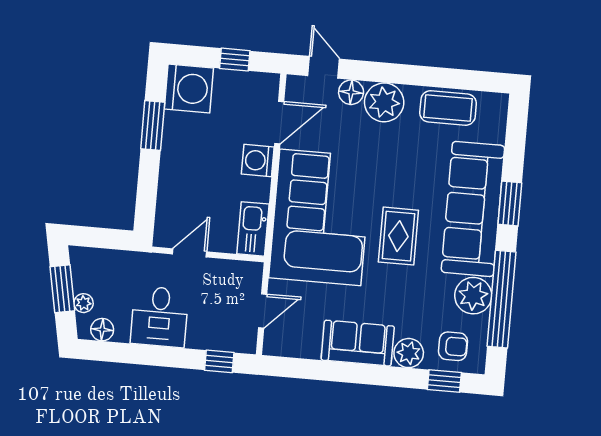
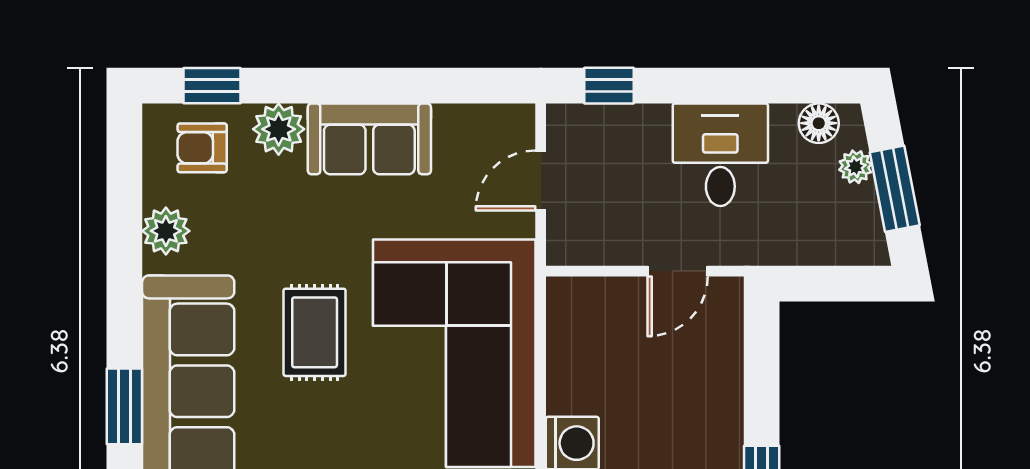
kitchen sink: (253, 229) -> (570, 323), removed
plant: (473, 296) -> (166, 231), width x0.73, depth x0.73
window: (501, 299) -> (124, 238), removed

